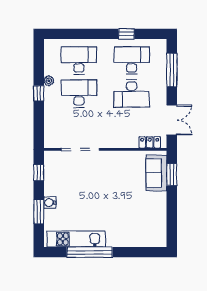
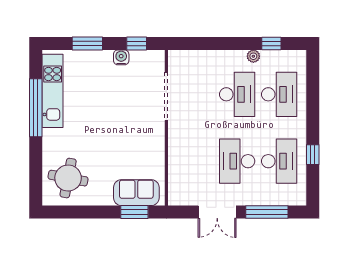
window: (39, 93) -> (271, 43), moved
double door: (172, 120) -> (217, 212), moved
locker: (150, 142) -> (175, 184), removed
water cooler: (50, 203) -> (121, 57), moved
round table: (145, 227) -> (68, 178), added

